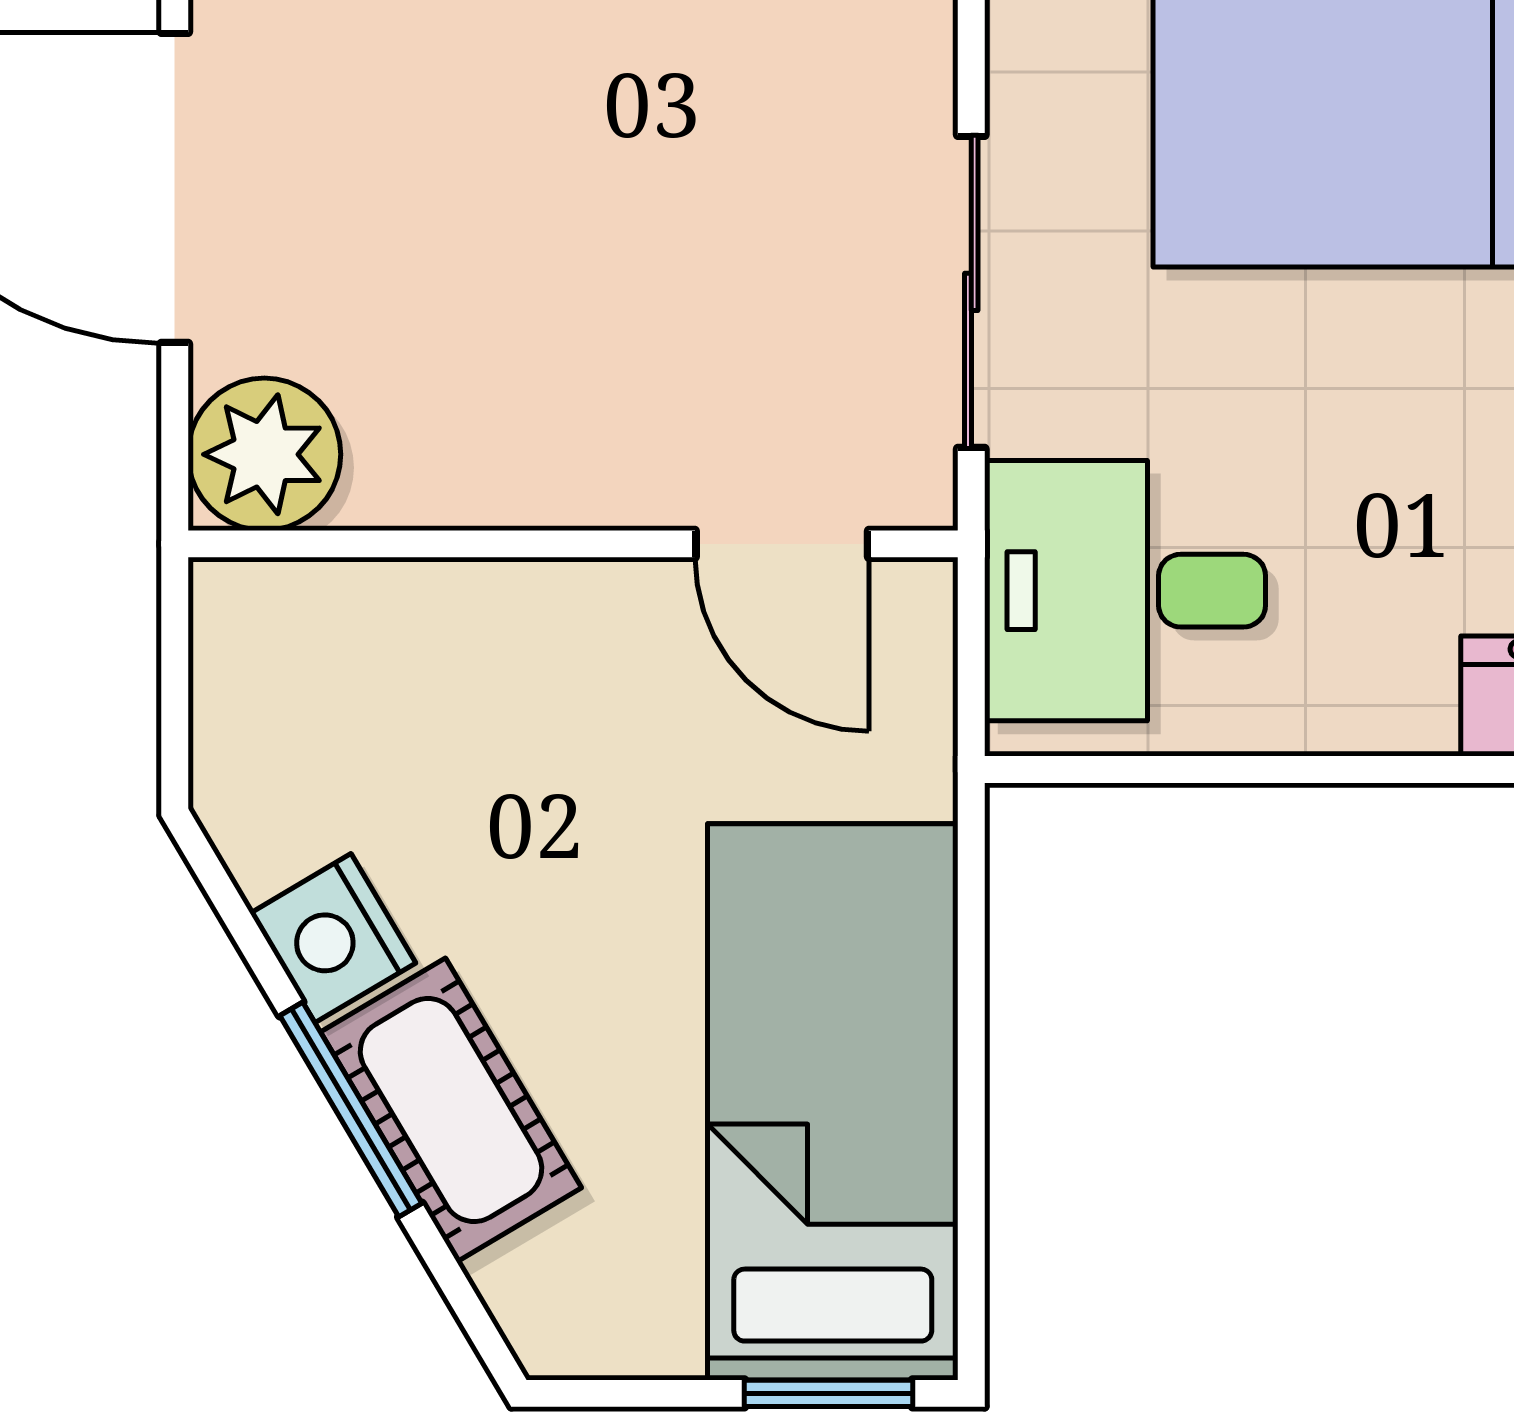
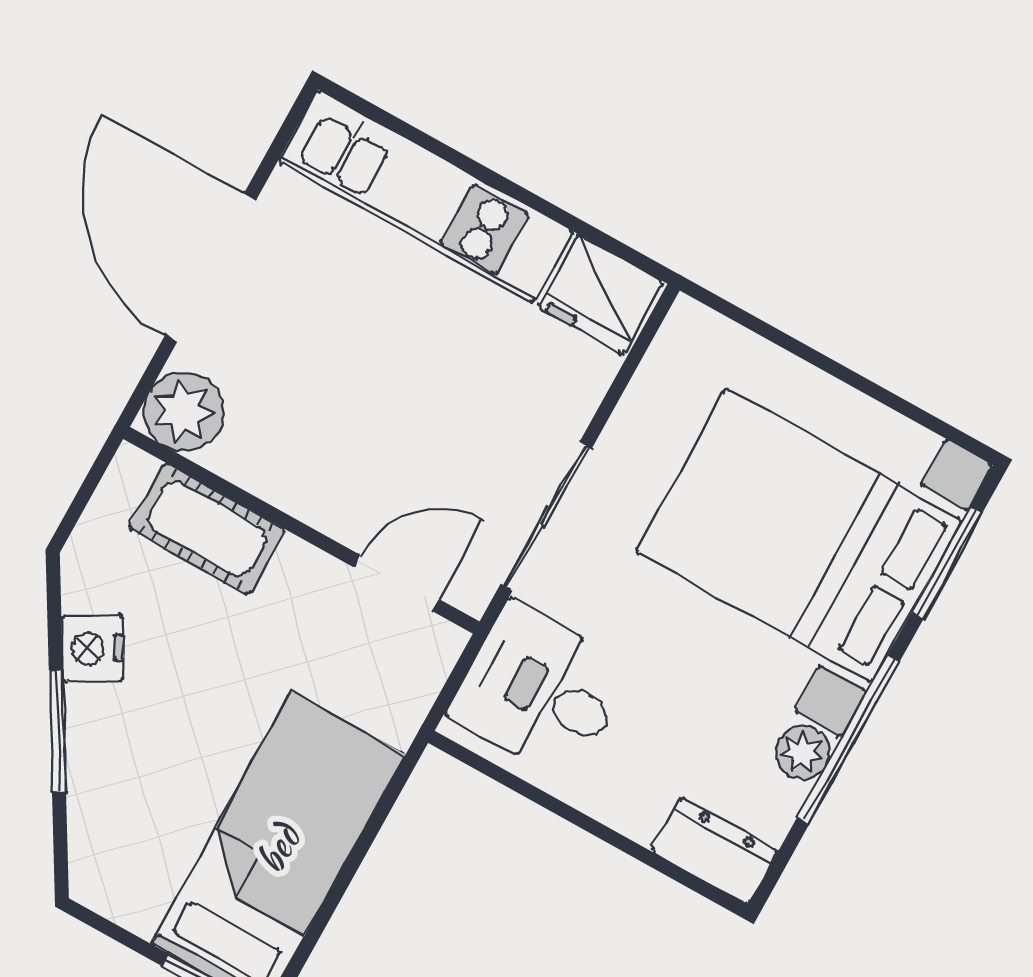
door: (782, 544) -> (396, 583), swing flipped
cot: (451, 1110) -> (207, 529), moved, turned -59

